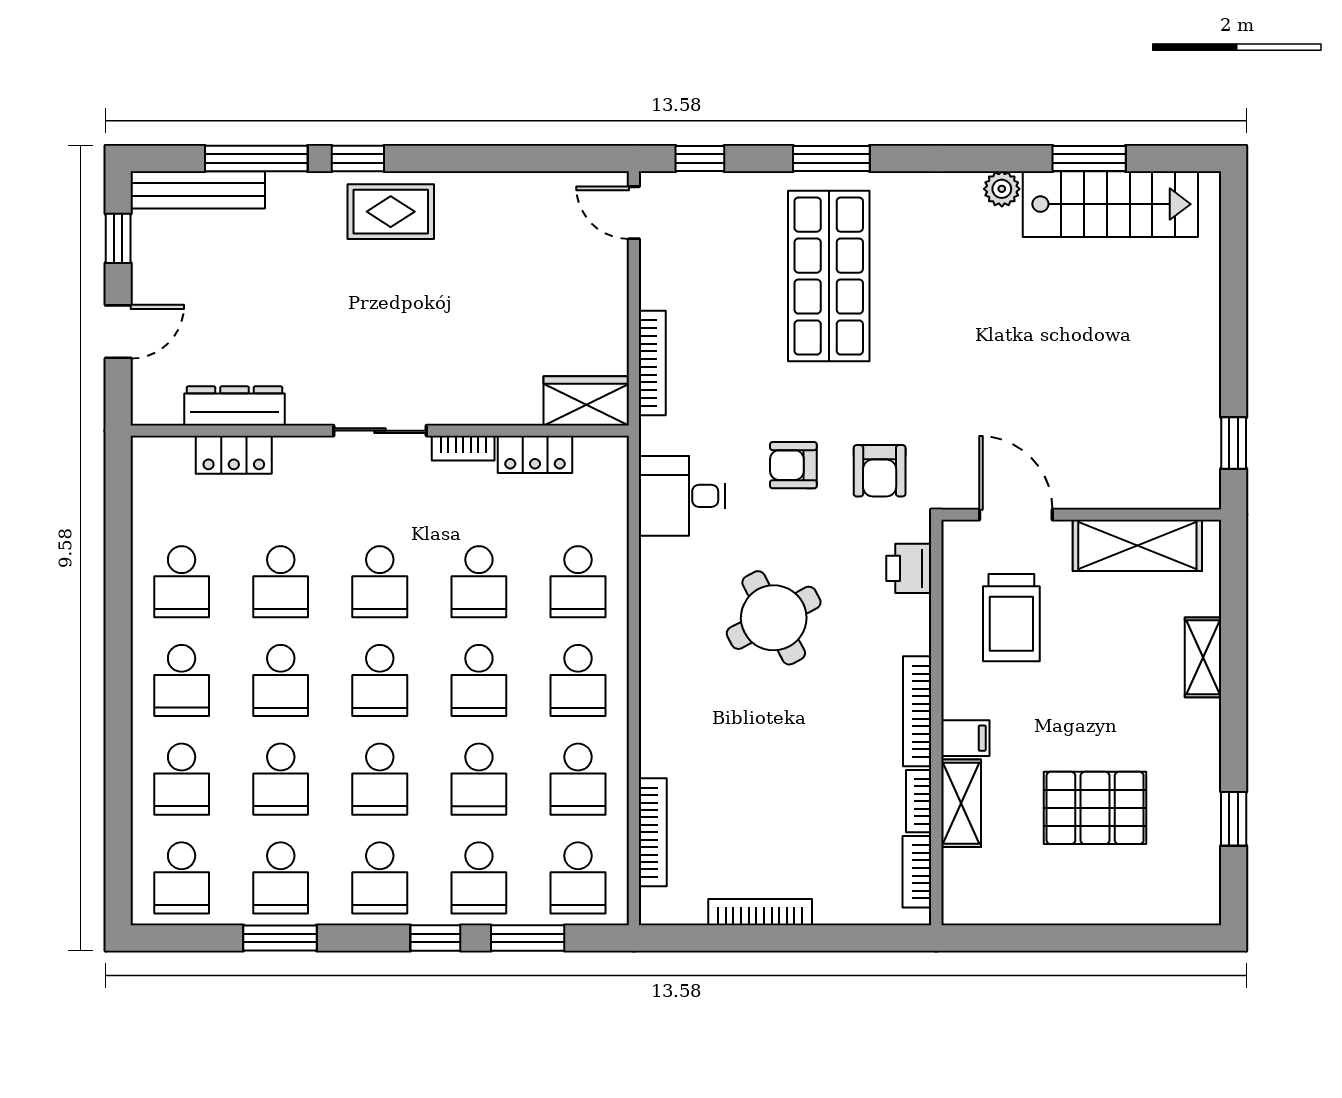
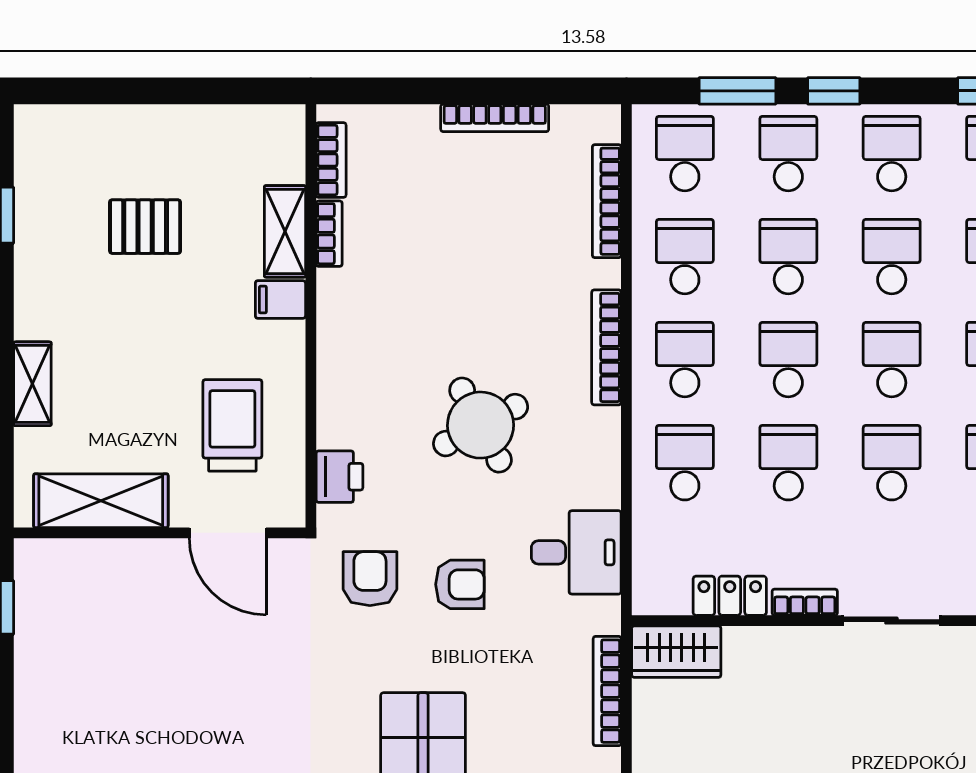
bookcase: (917, 711) -> (606, 347), moved, turned 180
pallet: (1095, 808) -> (145, 227), width x0.67, depth x0.71

